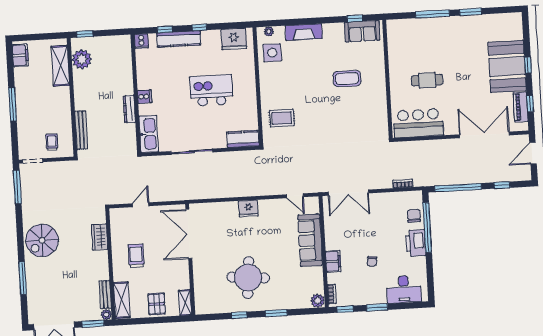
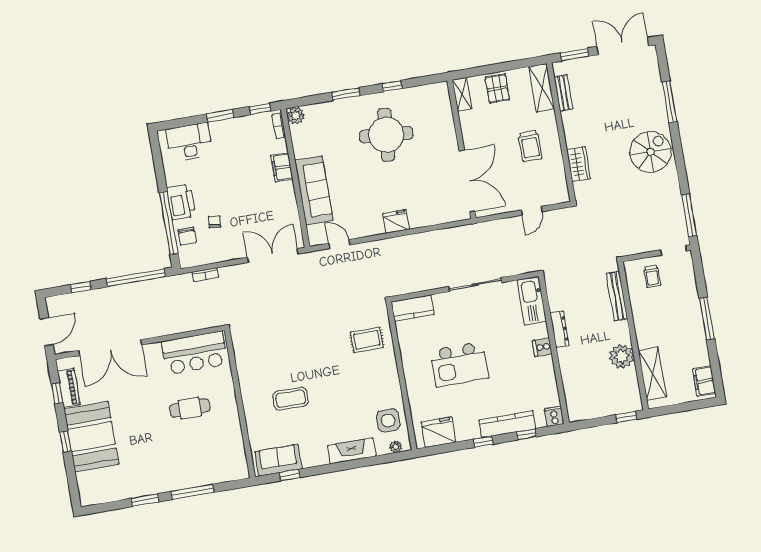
plant: (82, 59) -> (622, 356), moved
chair: (372, 261) -> (215, 222), moved
plant: (106, 315) -> (559, 68), removed

